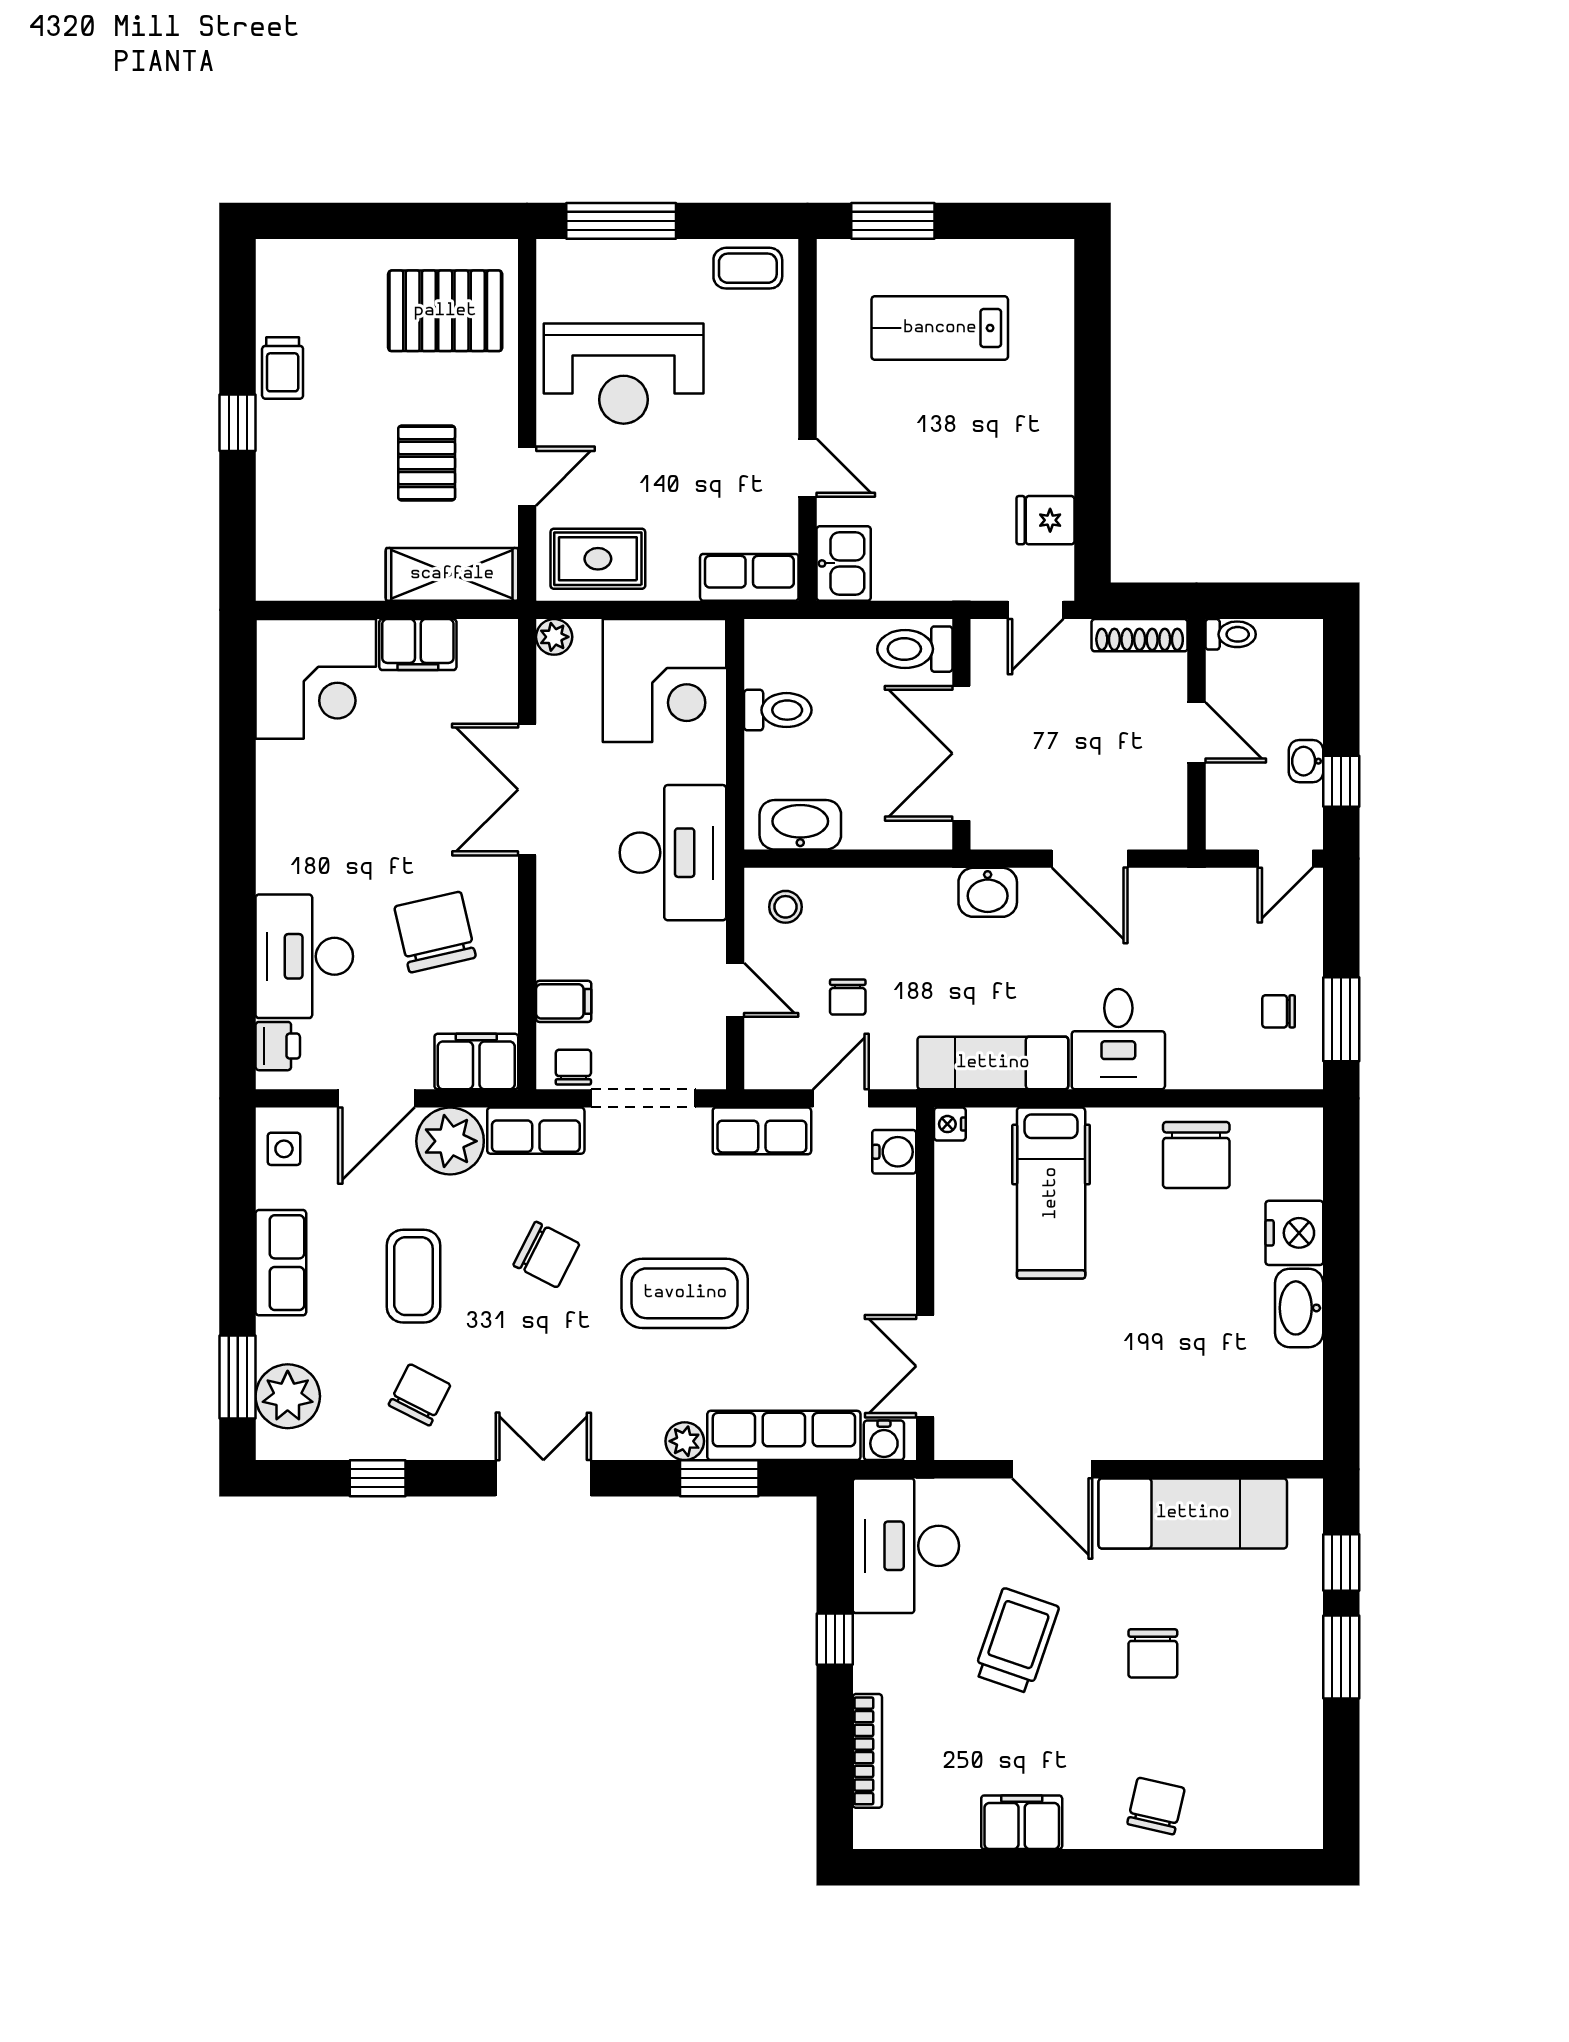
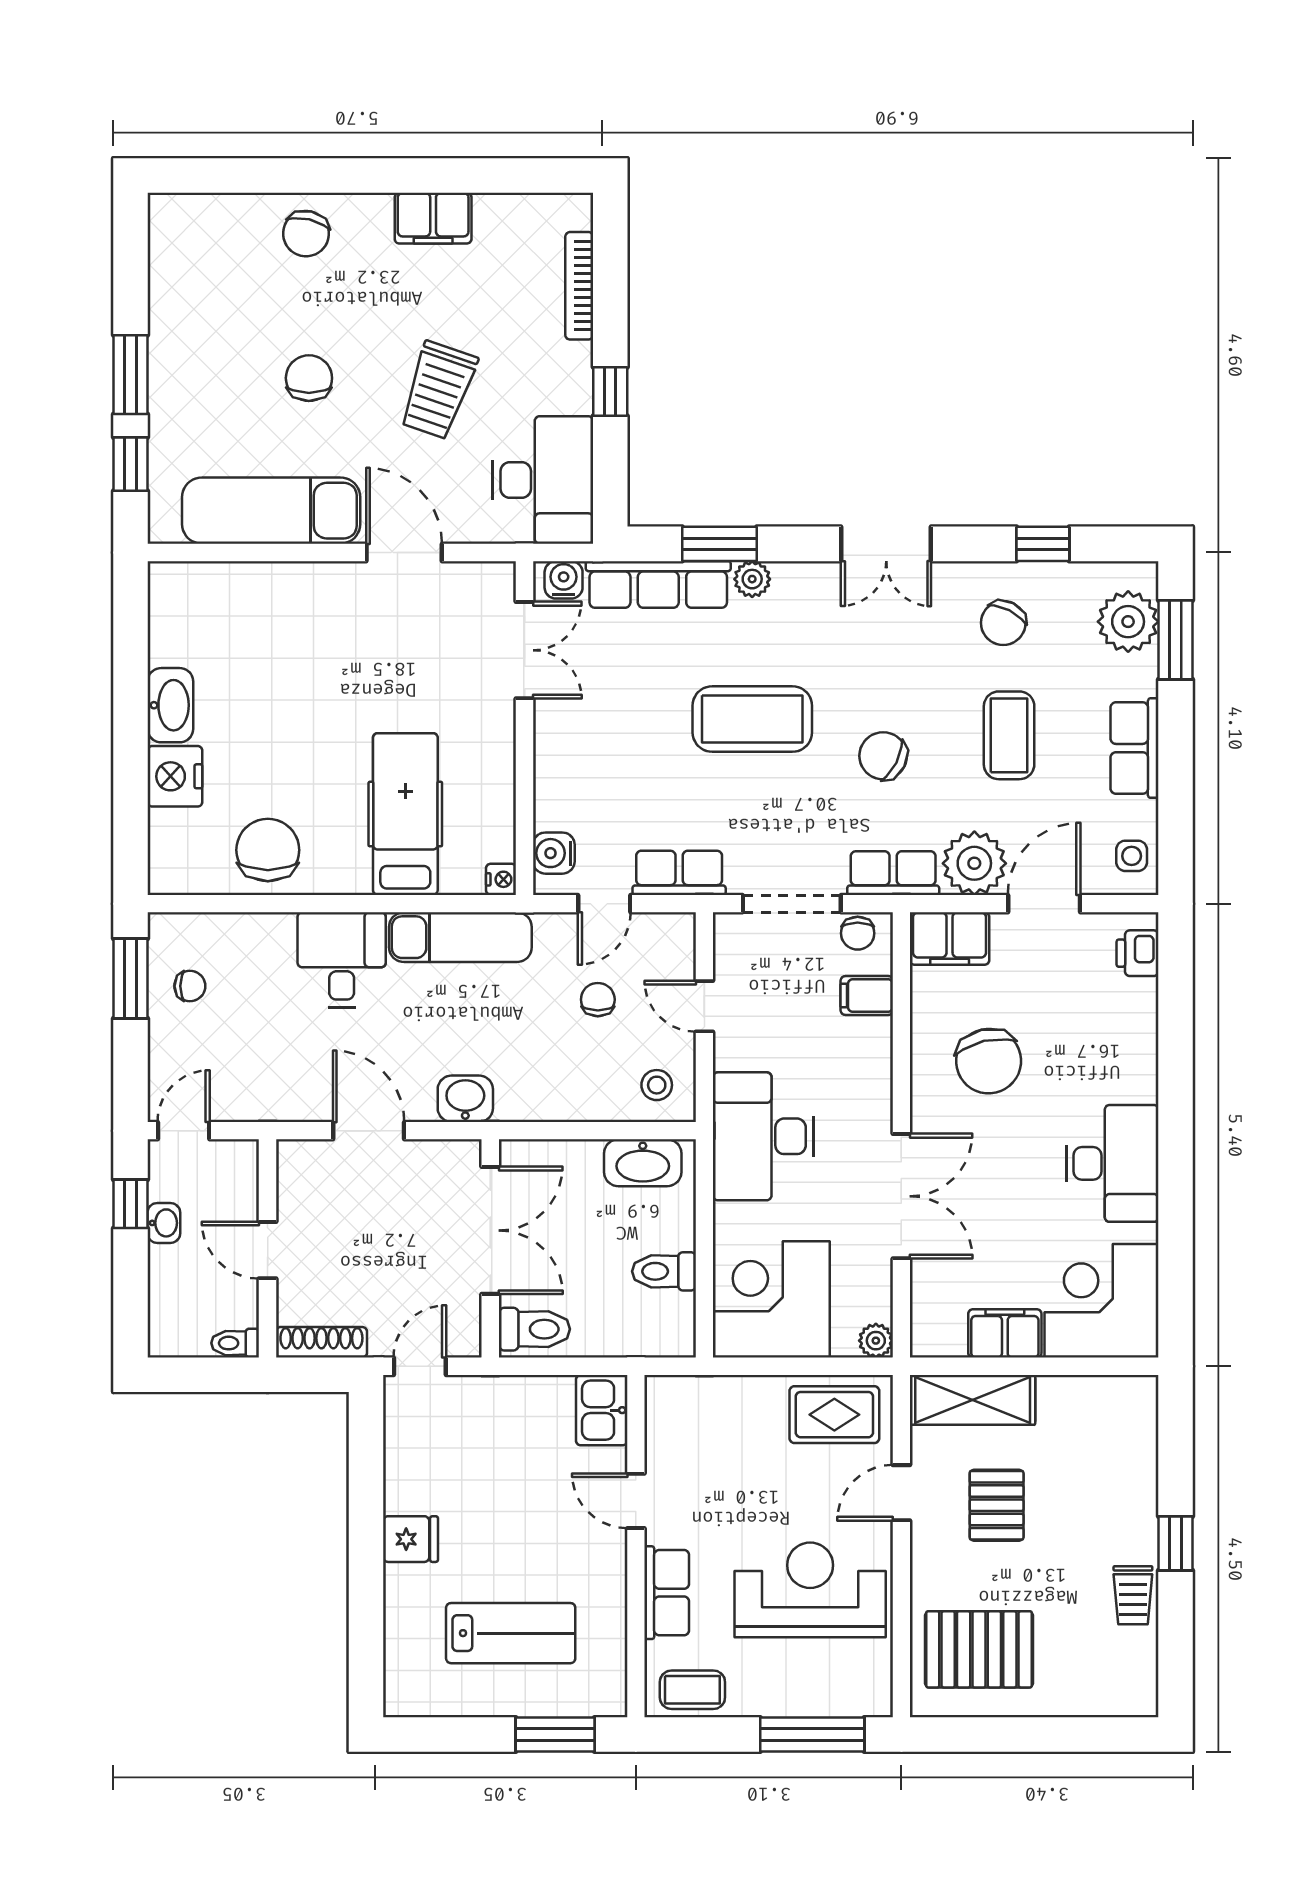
trolley: (283, 368) -> (1133, 1595), turned 180
fridge: (1045, 520) -> (411, 1539), moved
row of seats: (749, 577) -> (667, 1593), moved, turned -90
desk: (304, 956) -> (1112, 1163), moved

